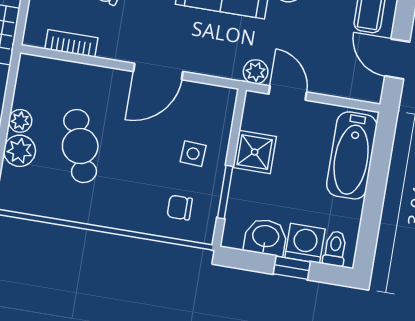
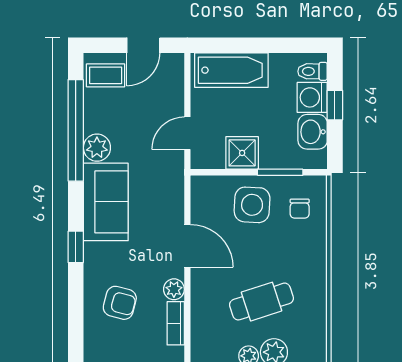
plant: (256, 72) -> (174, 289), moved
side table: (193, 154) -> (252, 205), width x1.87, depth x1.87

